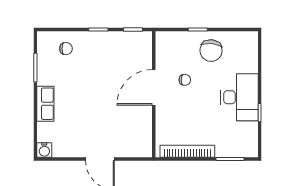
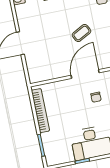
coffee table: (103, 82) -> (81, 33), added
door: (154, 87) -> (85, 74), hinge flipped

